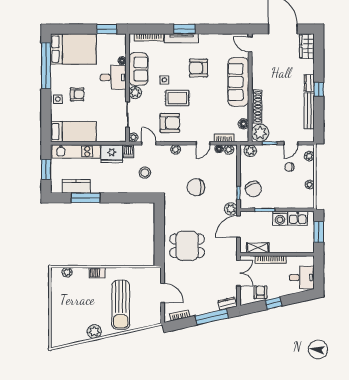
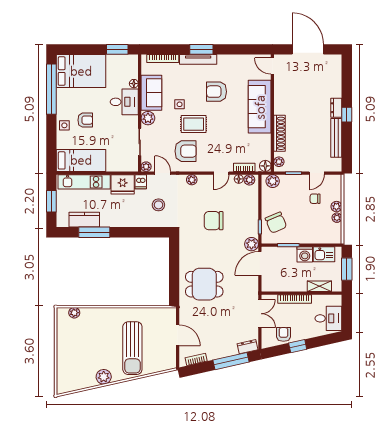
wardrobe: (307, 46) -> (334, 68), removed
floor lamp: (243, 124) -> (265, 166), moved
plant: (260, 133) -> (279, 162), width x0.53, depth x0.53
plant: (309, 156) -> (336, 207), moved
shelving: (258, 248) -> (319, 286), moved
barbecue: (97, 273) -> (107, 313), removed

